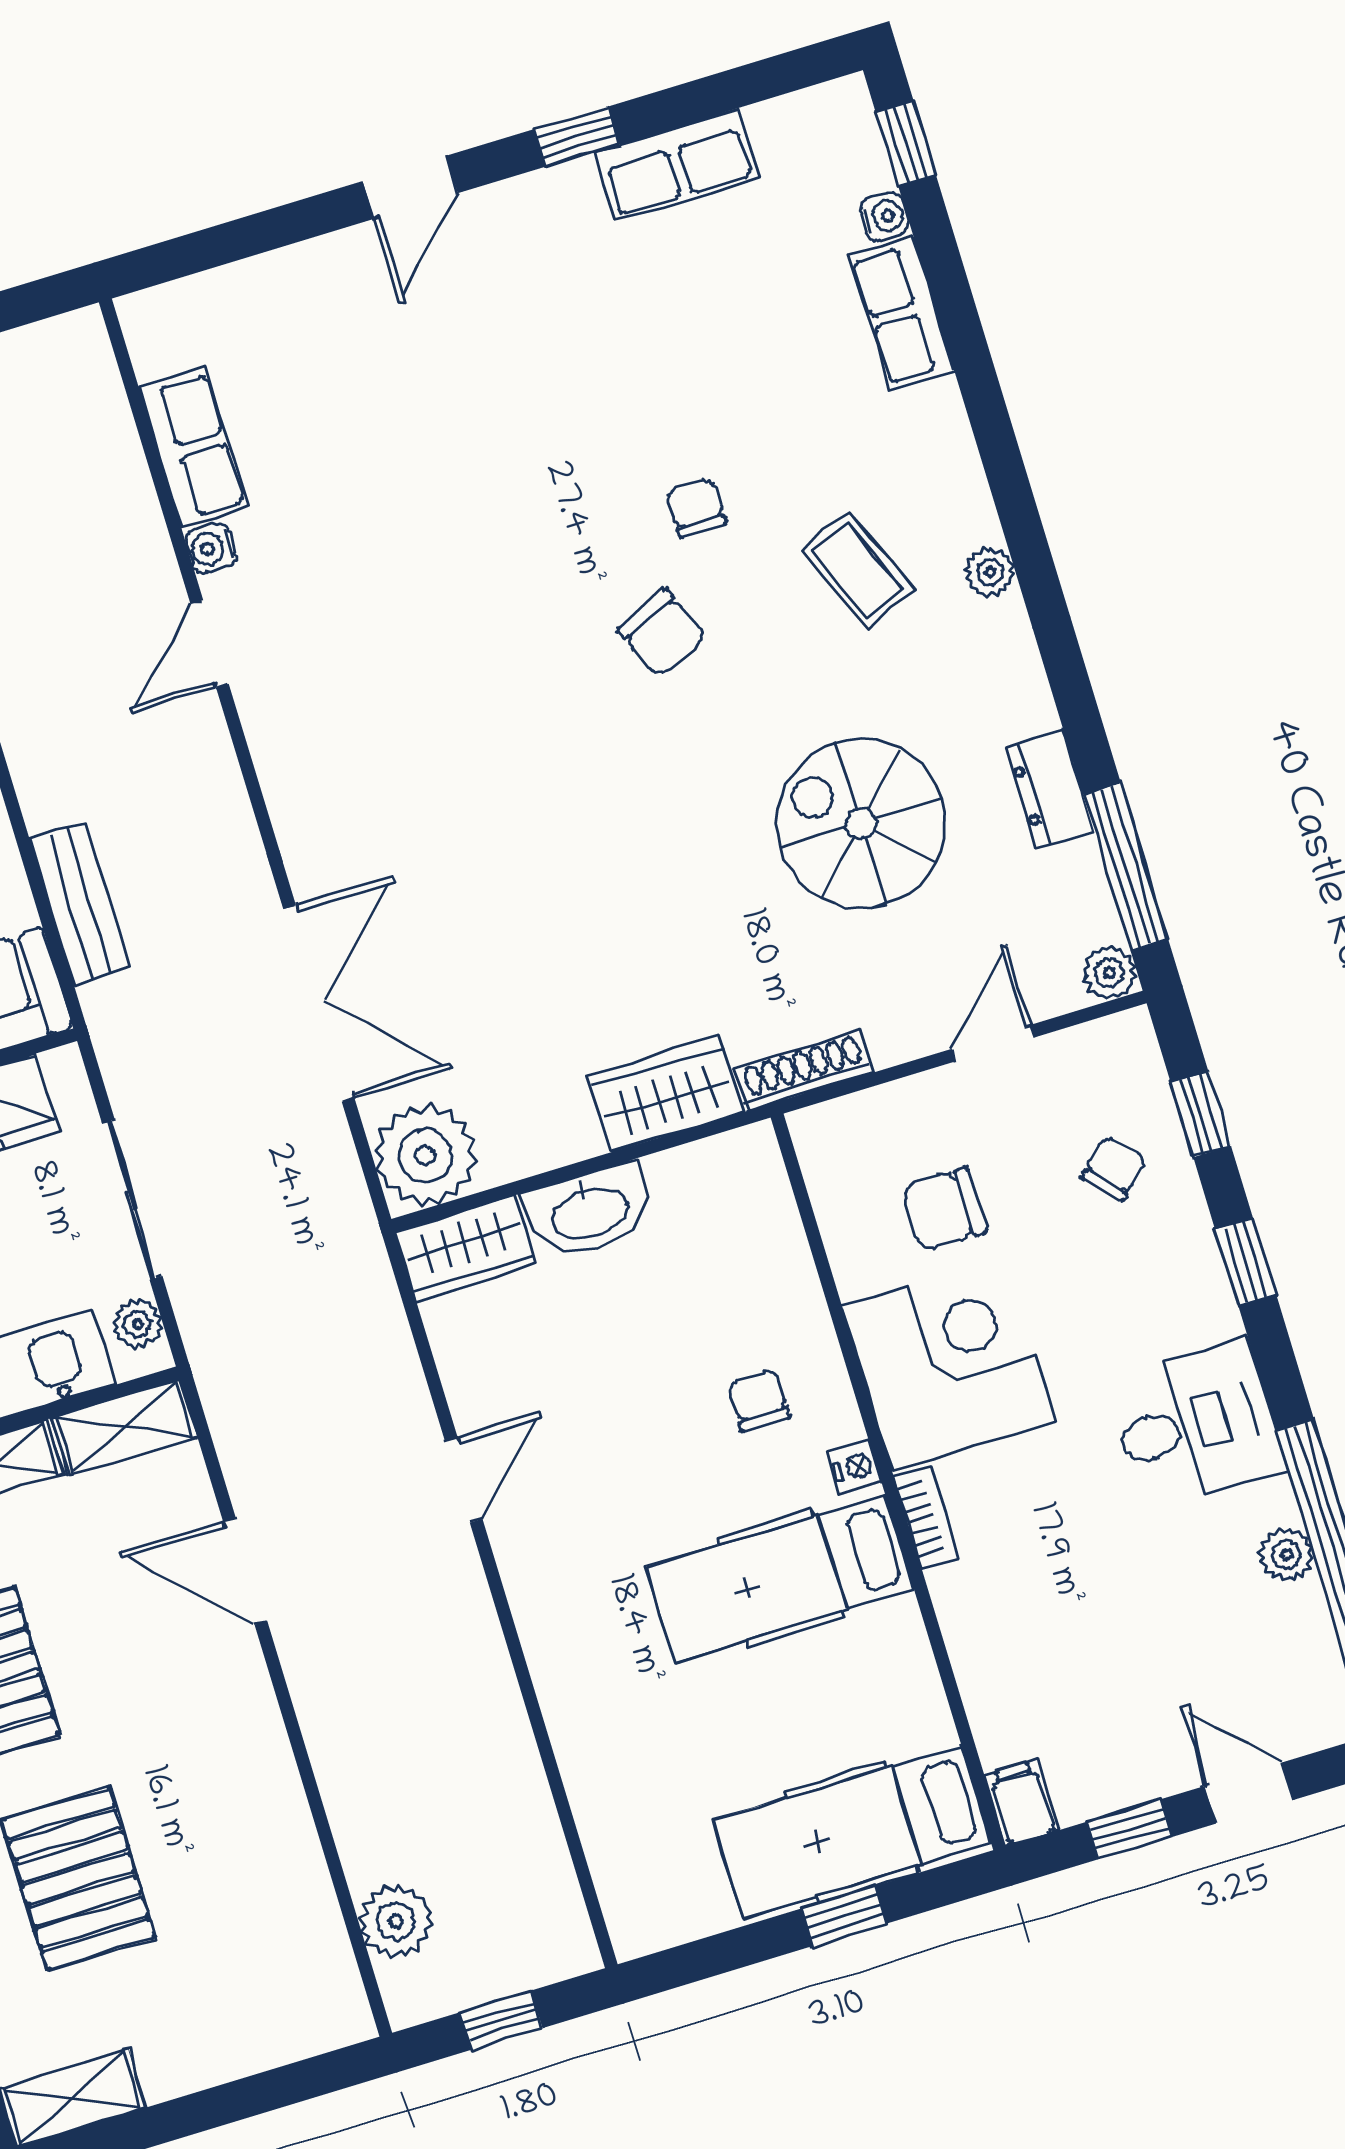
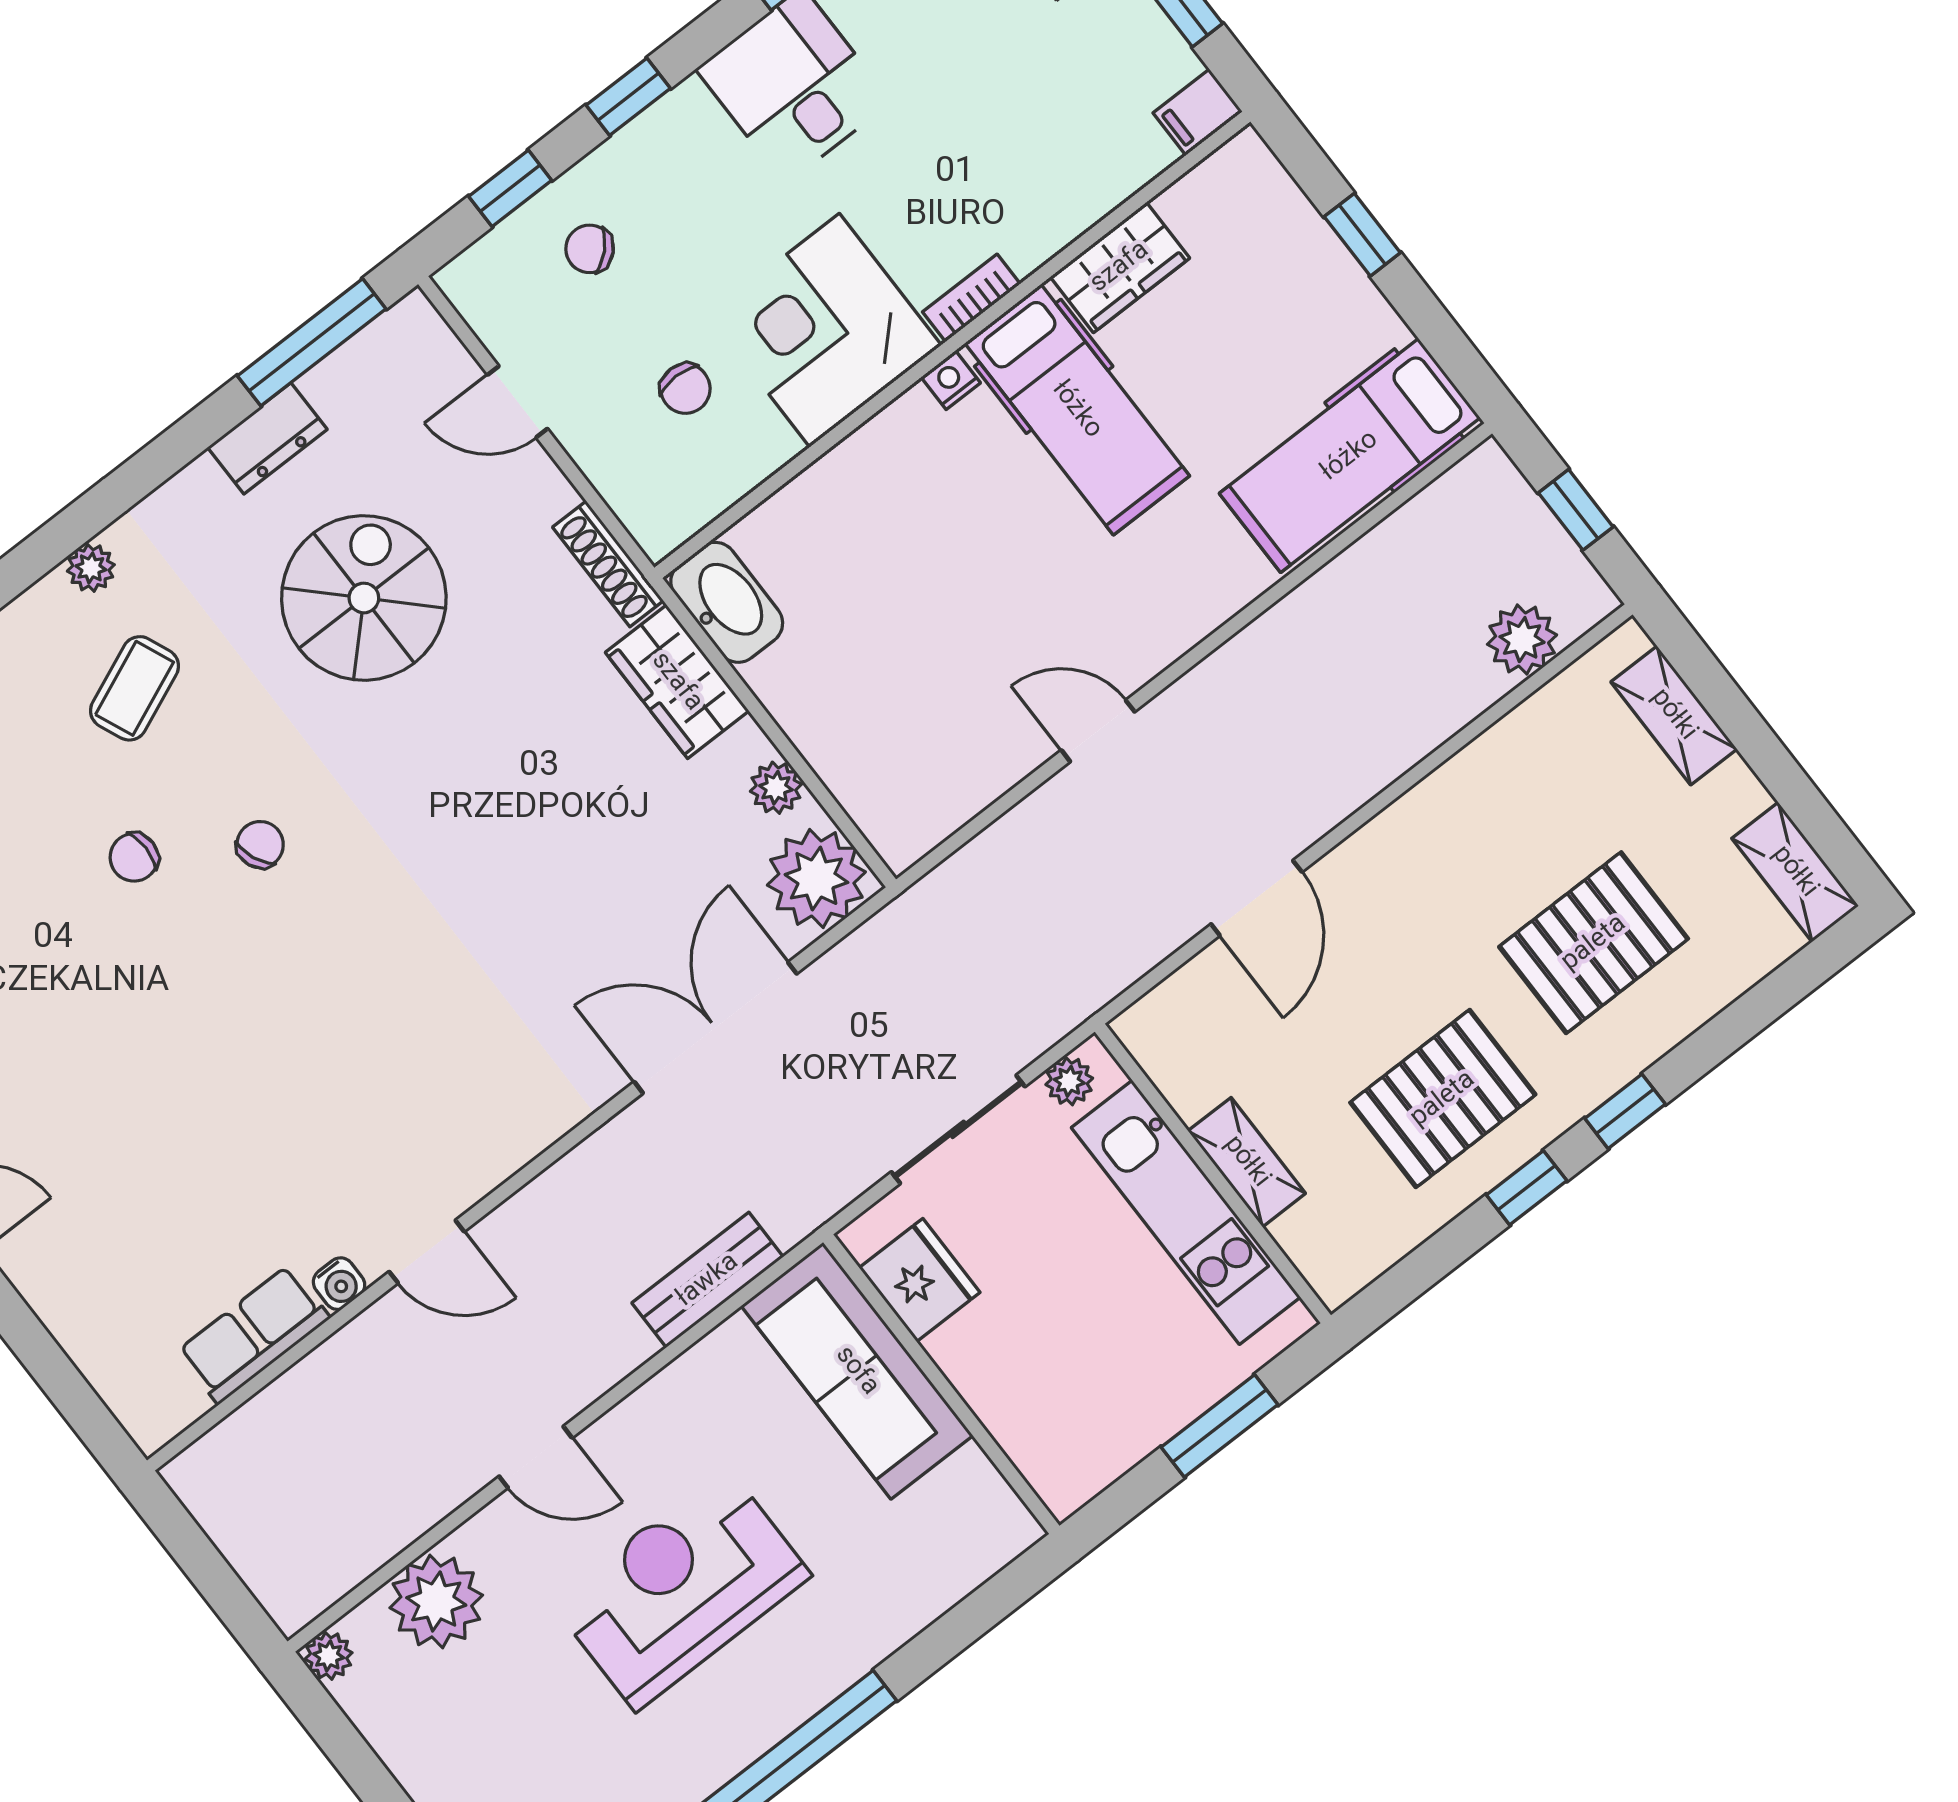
chair: (662, 633) -> (260, 845), width x0.73, depth x0.73
spiral stairs: (861, 823) -> (364, 598), turned 180
plant: (1109, 973) -> (776, 788), moved
chair: (944, 1209) -> (685, 389), width x0.73, depth x0.73
washbasin: (589, 1211) -> (727, 602), moved
wardrobe: (466, 1248) -> (1120, 267), moved, turned 90
chair: (759, 1400) -> (923, 491), removed
shelving: (124, 1427) -> (1674, 715), moved
hospital bed: (852, 1832) -> (1350, 456), moved, turned 90

